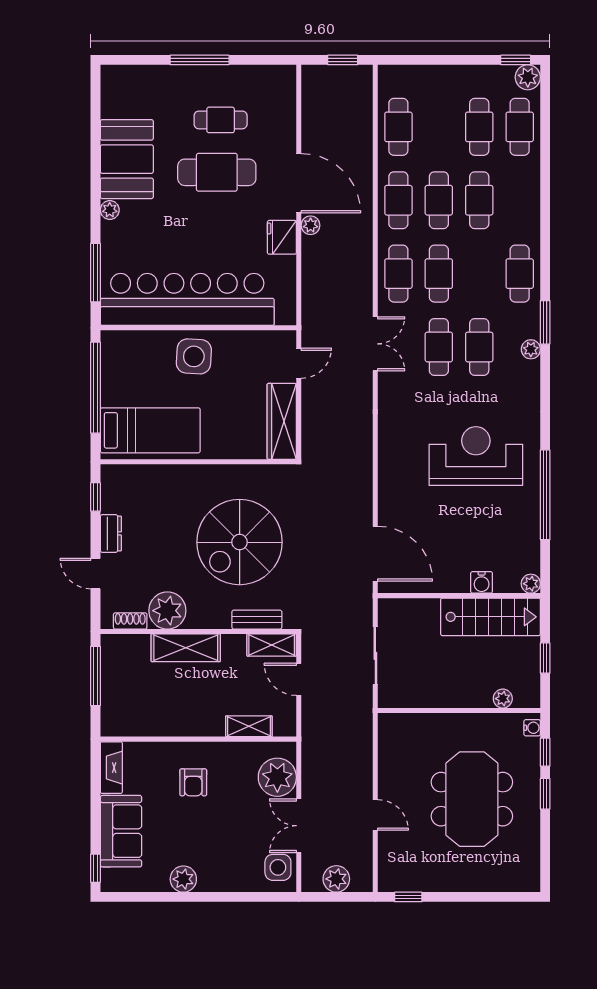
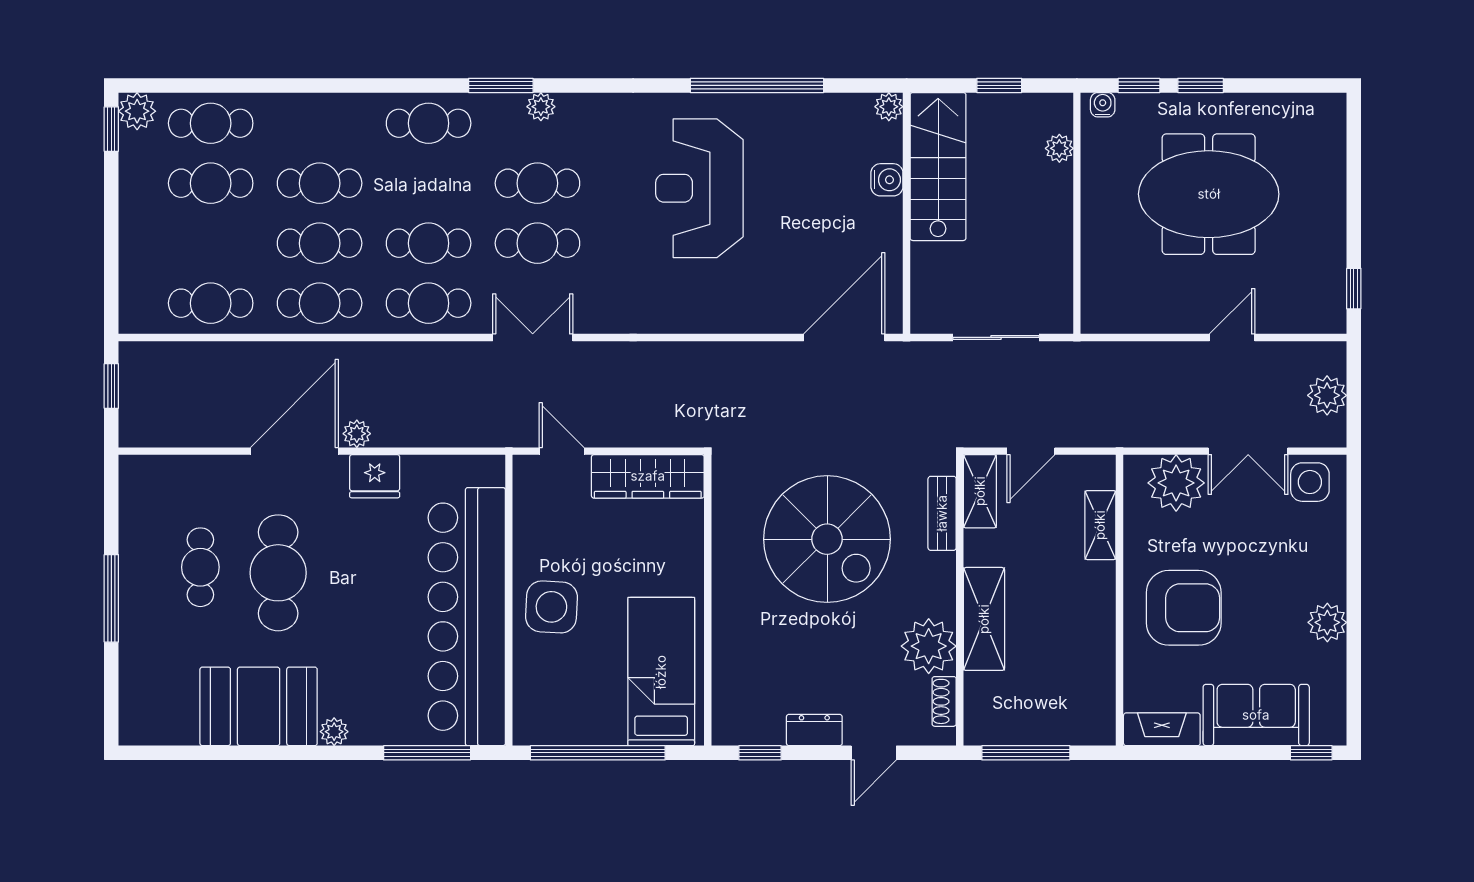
armchair: (193, 782) -> (1184, 608), width x1.88, depth x1.88

